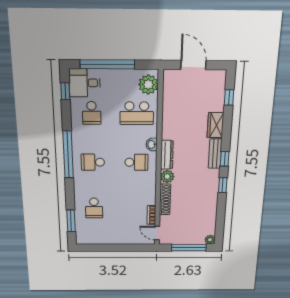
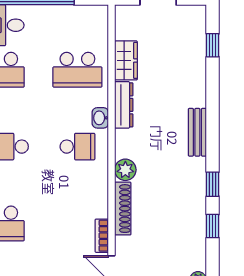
plant: (148, 85) -> (94, 27), removed
wardrobe: (215, 125) -> (126, 60), moved, turned 180
dresser: (167, 155) -> (124, 105), moved
window: (225, 159) -> (213, 226), moved

